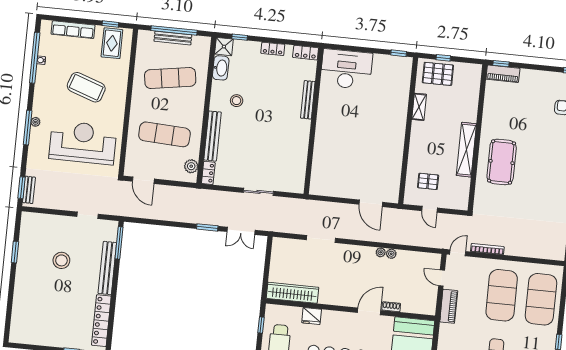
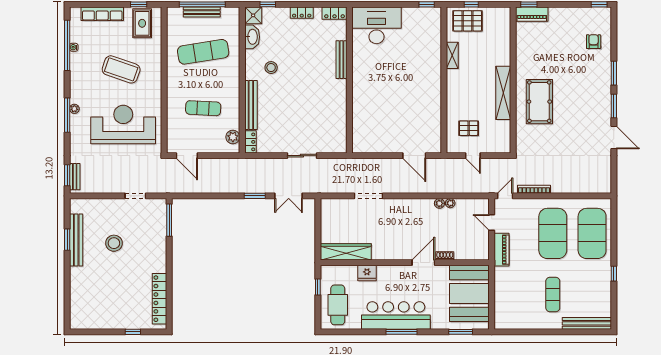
exercise mat: (164, 134) -> (203, 108), width x0.73, depth x0.69
plant: (381, 252) -> (450, 203), moved
bench: (107, 268) -> (76, 240), moved

